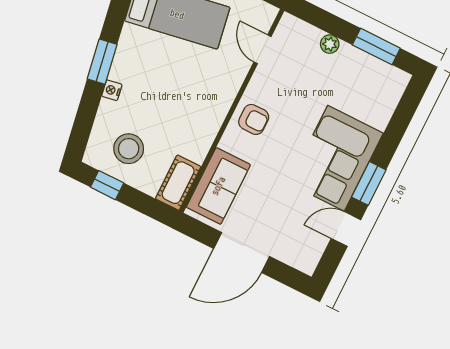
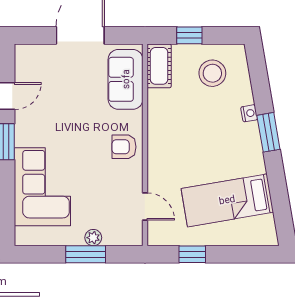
window: (376, 47) -> (86, 254), moved
corner sofa: (336, 158) -> (42, 187), moved
window: (107, 185) -> (189, 35), moved

